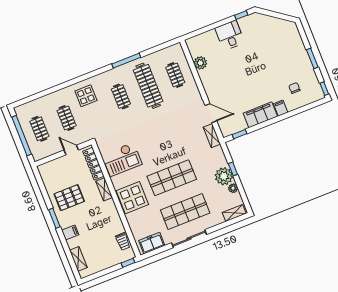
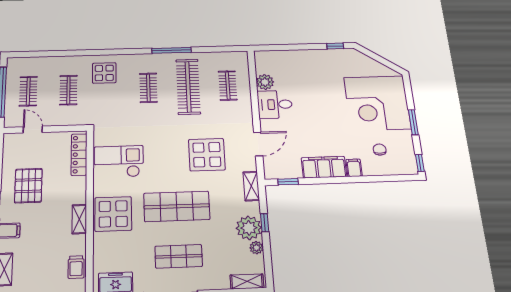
desk: (230, 35) -> (275, 104), moved, turned -90
corner desk: (283, 52) -> (377, 103), added
door: (211, 113) -> (258, 144), hinge flipped
display table: (179, 133) -> (207, 155), added
shelving: (212, 136) -> (251, 186), moved
door: (71, 150) -> (33, 130), moved
checkout: (122, 159) -> (119, 162), turned 180
shelving: (104, 189) -> (79, 219), moved
pallet: (69, 198) -> (28, 186), turned 90
shop shelf: (185, 212) -> (179, 256), width x0.70, depth x0.74

